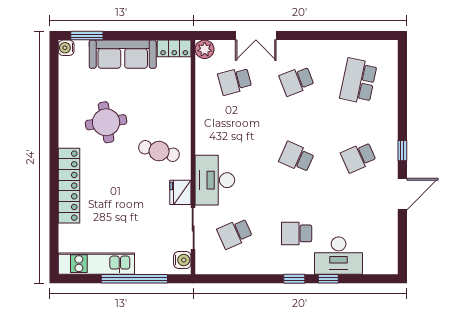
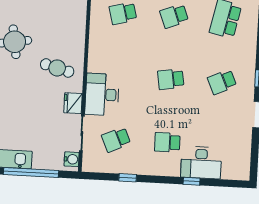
school desk: (297, 157) -> (171, 79), turned -33
window: (294, 279) -> (128, 178), moved

